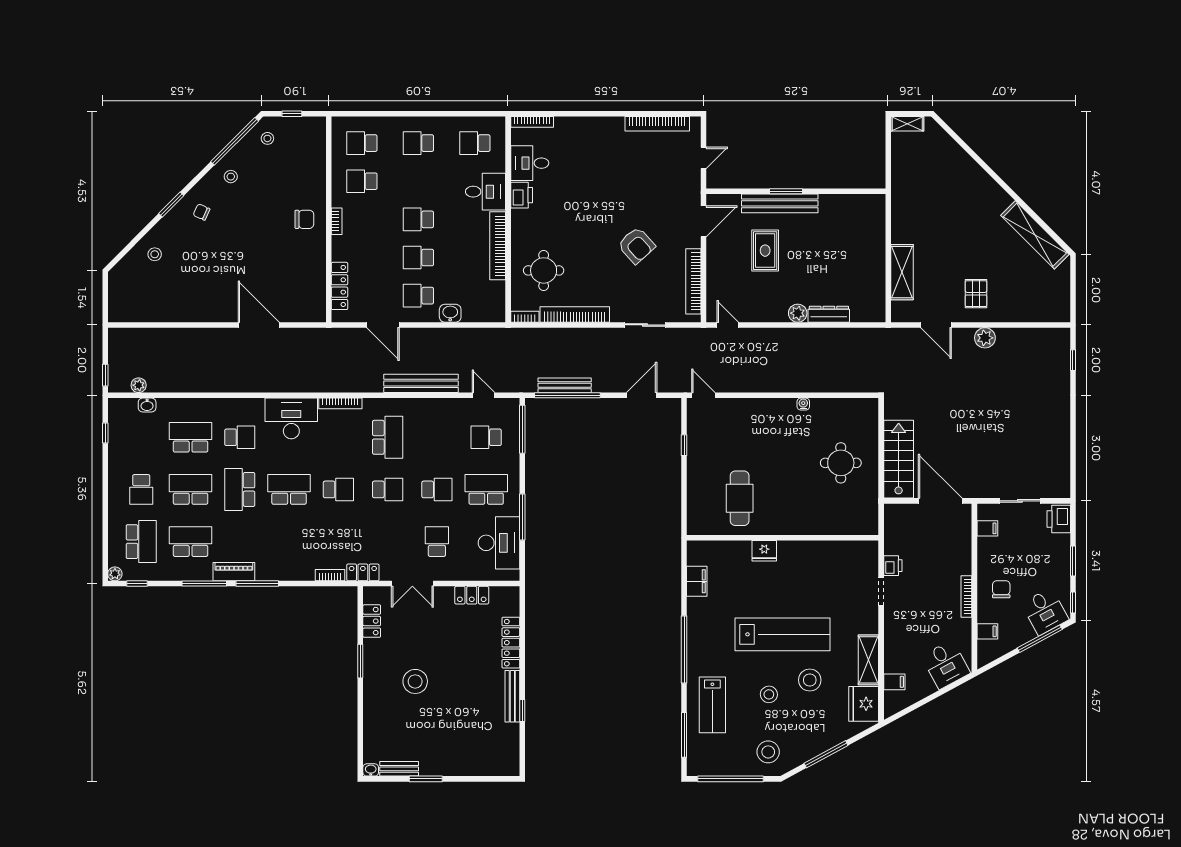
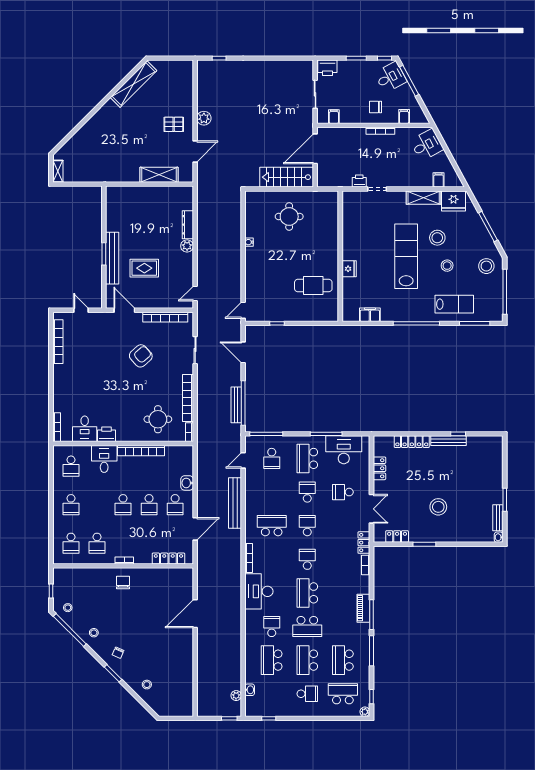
piano: (234, 572) -> (363, 608), moved

